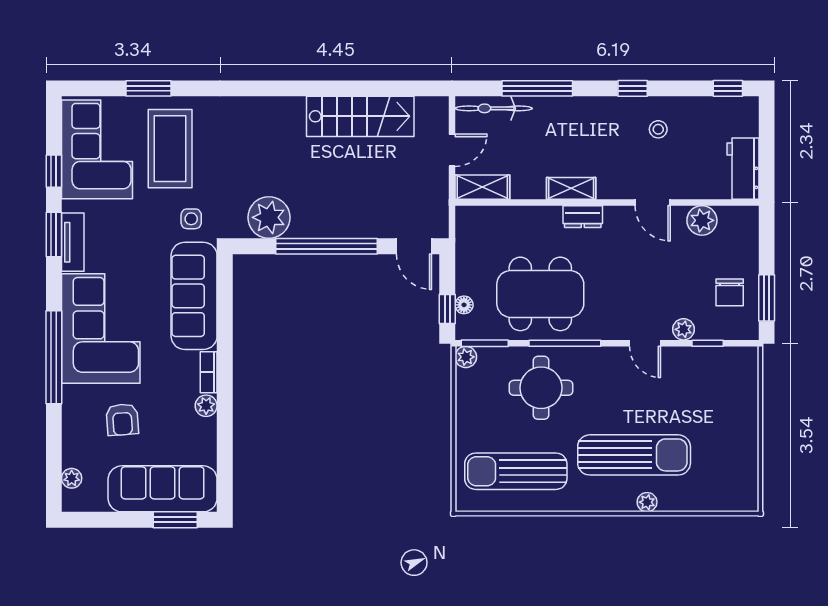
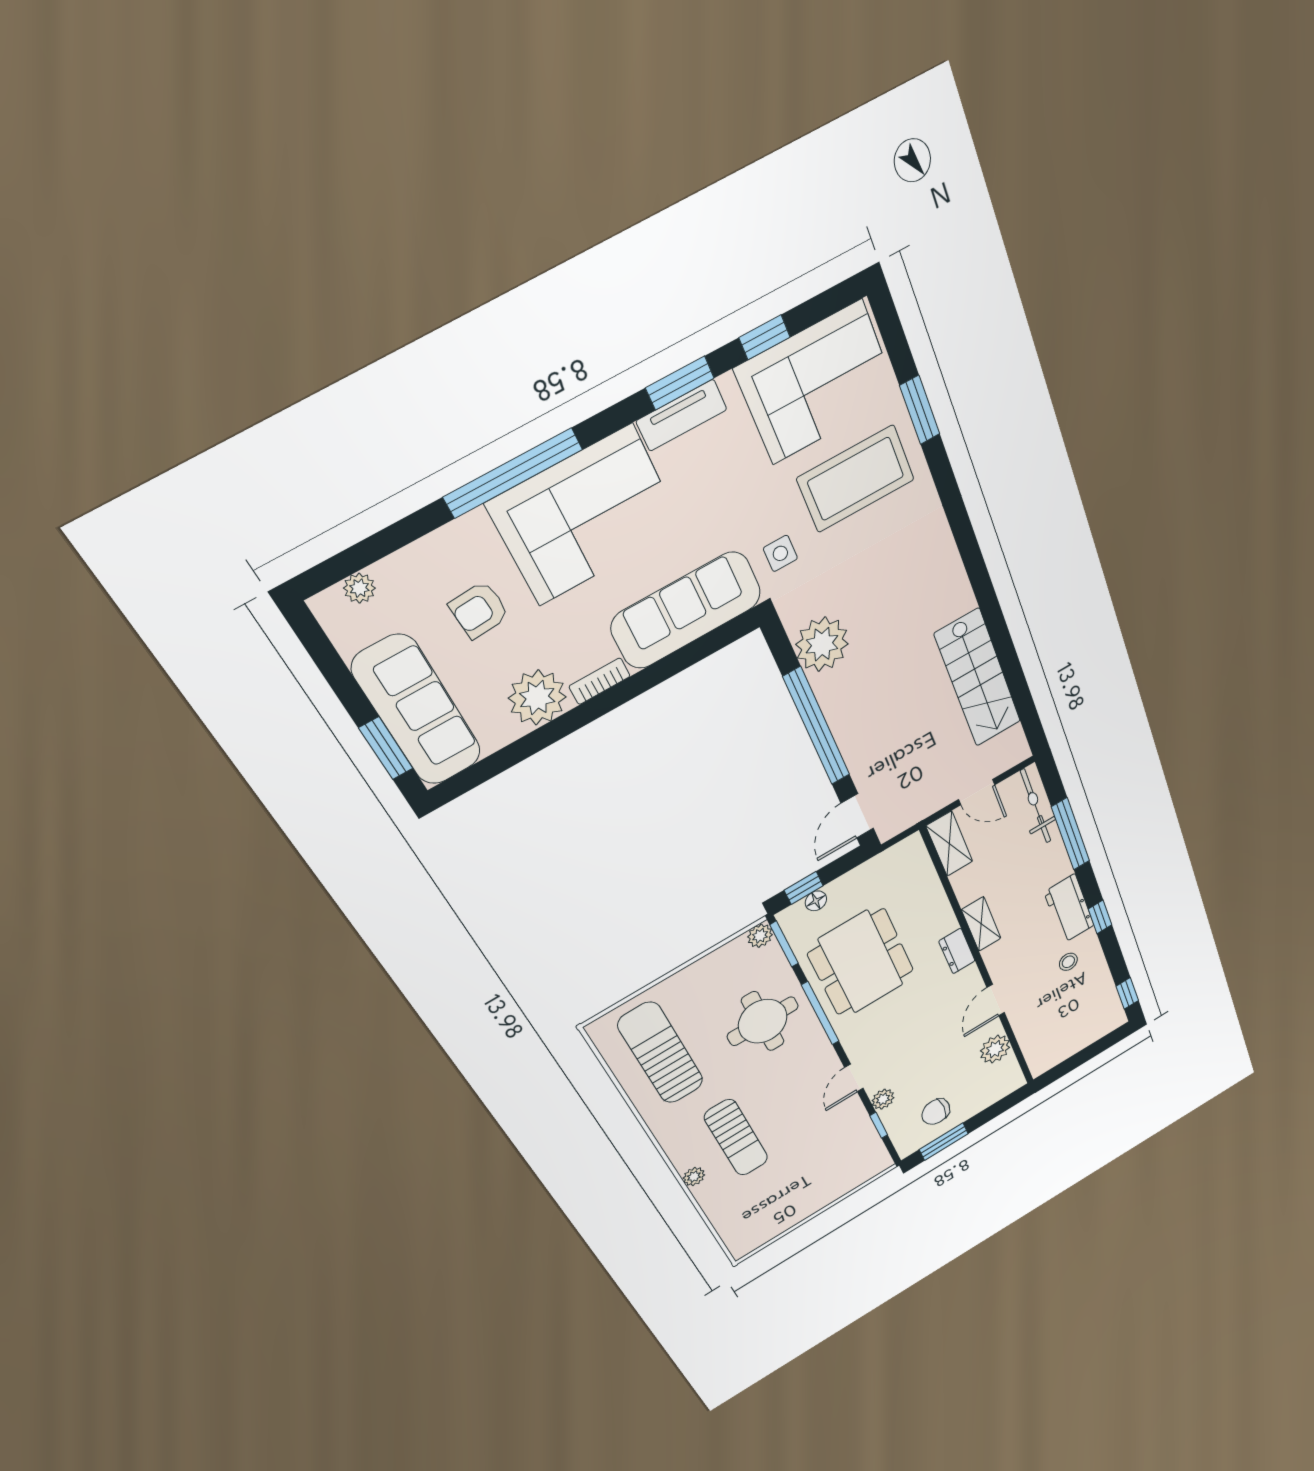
workbench: (743, 169) -> (1069, 909), moved, turned -90
plant: (206, 406) -> (537, 698), width x1.88, depth x1.88
sun lounger: (634, 455) -> (736, 1138), width x0.73, depth x0.75

